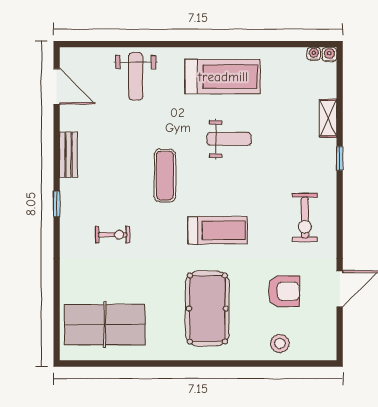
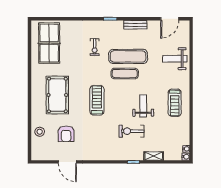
treadmill: (223, 77) -> (175, 103), width x0.73, depth x0.73
weight bench: (229, 139) -> (143, 106), turned 180
exercise mat: (131, 169) -> (128, 56), added
exercise bike: (305, 218) -> (131, 131), moved
treadmill: (218, 230) -> (97, 100), turned 180
pool table: (207, 309) -> (57, 95), turned 90

